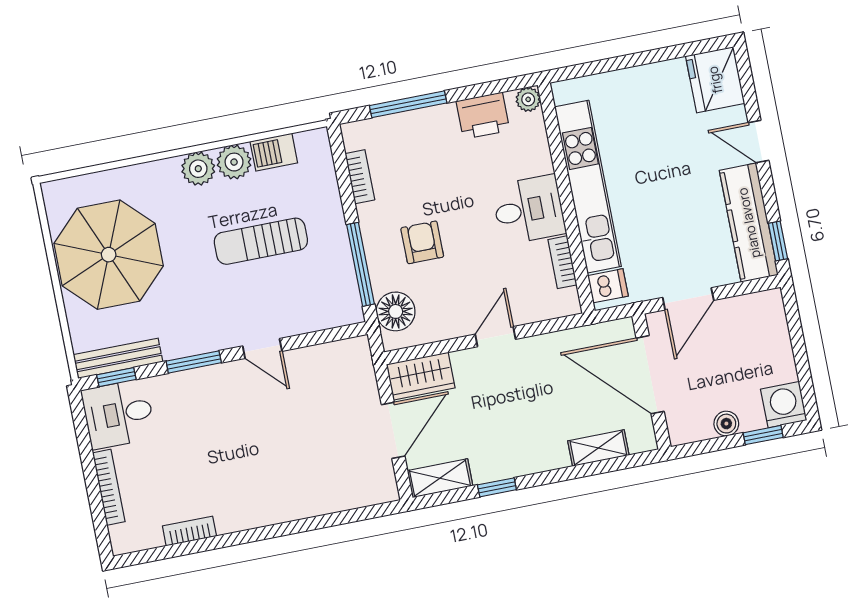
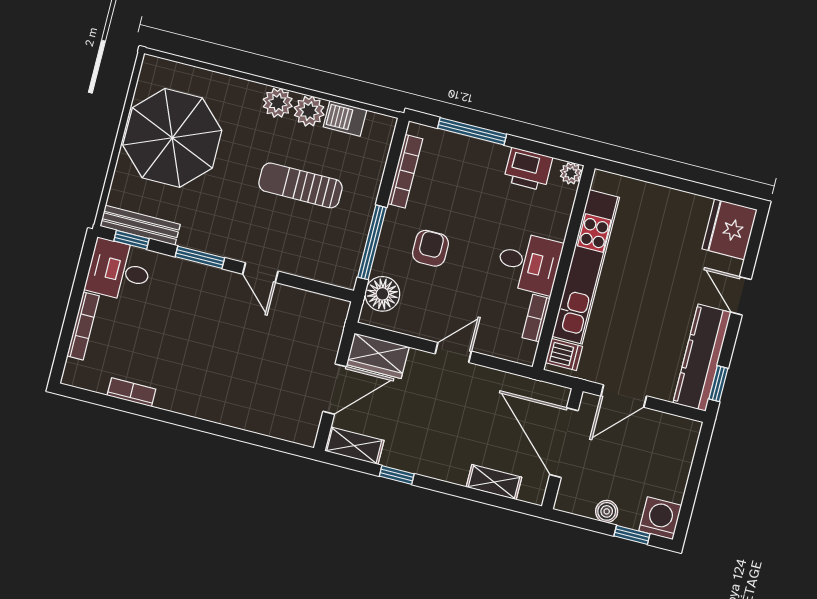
bookcase: (360, 177) -> (405, 171), width x1.56

